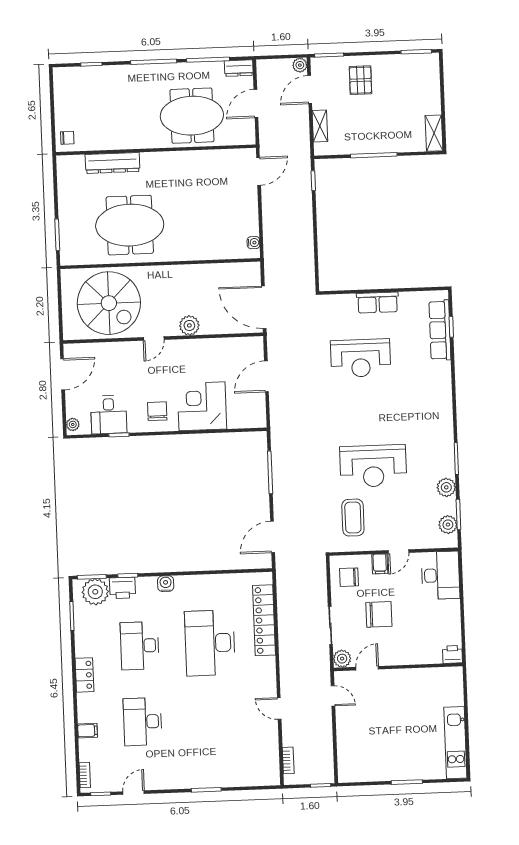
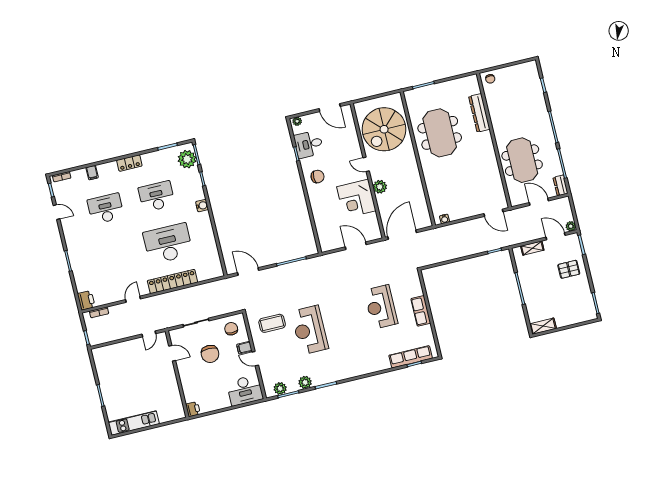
corner desk: (202, 406) -> (356, 199), moved, turned 180
printer: (123, 588) -> (86, 300), moved, turned 180
locker: (264, 620) -> (172, 281), moved
plant: (342, 659) -> (175, 335), removed

